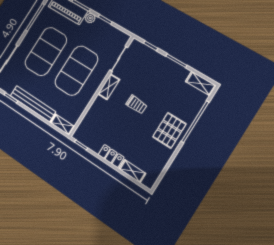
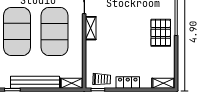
trolley: (136, 104) -> (102, 79), moved
shelving: (132, 171) -> (163, 83), moved

